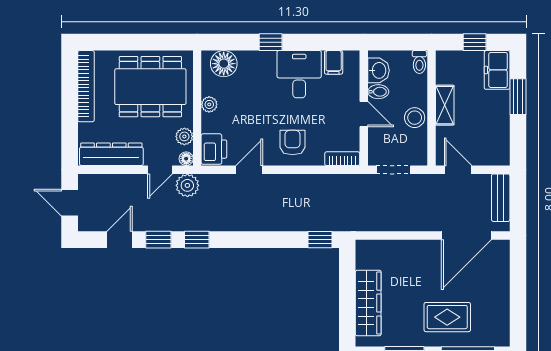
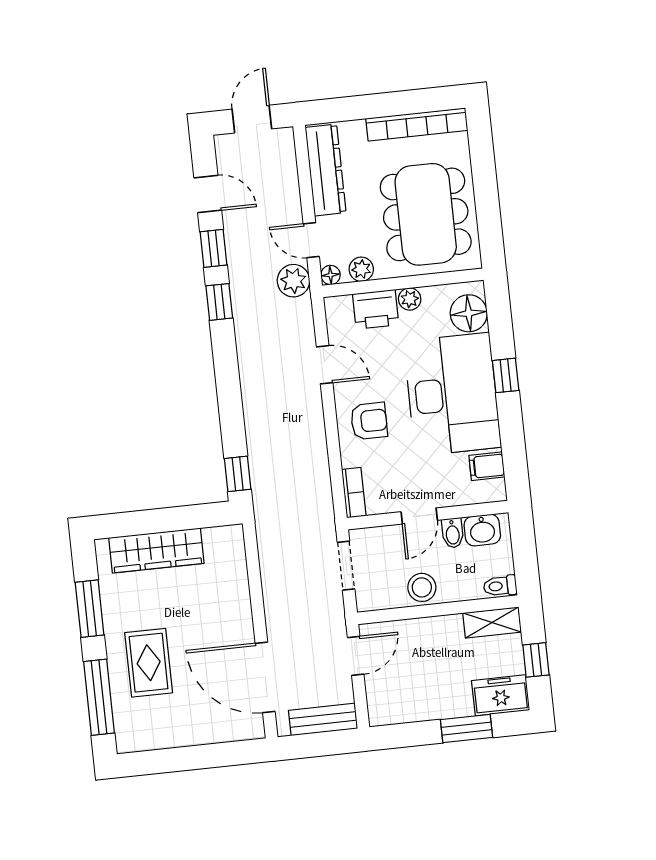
desk: (299, 74) -> (452, 394), width x1.87, depth x1.30
shelving: (445, 105) -> (492, 622), moved
printer: (214, 149) -> (376, 309), moved

